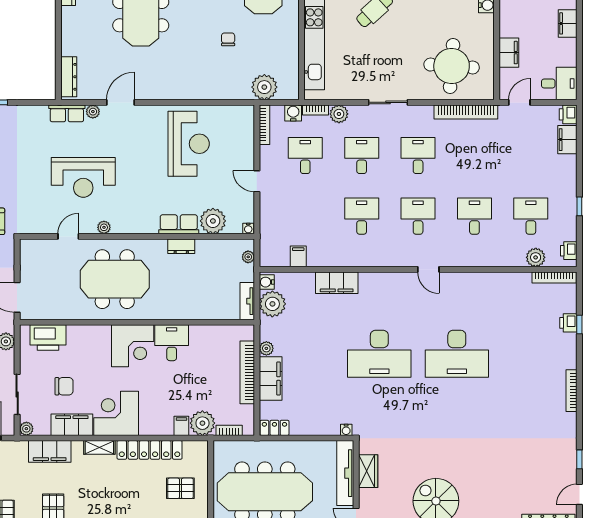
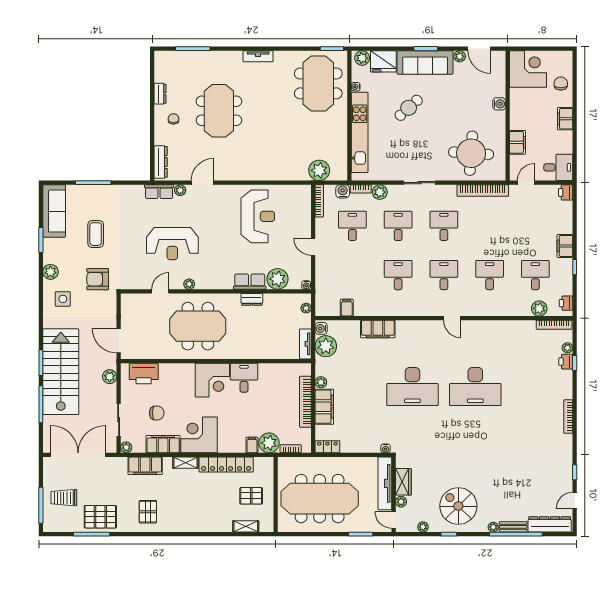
chair: (228, 39) -> (173, 119), moved
filing cabinet: (567, 140) -> (565, 246), moved
plant: (570, 306) -> (567, 348), added
plant: (365, 496) -> (401, 502), added

